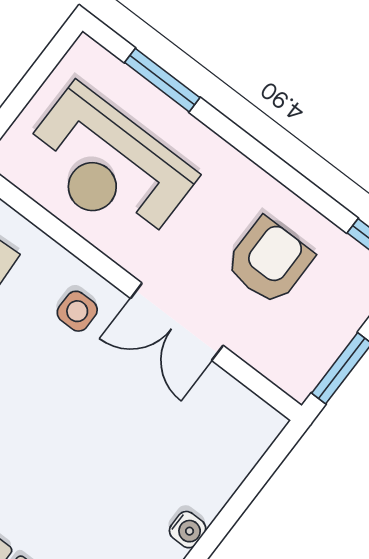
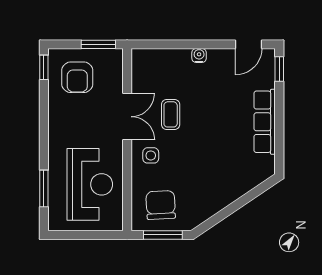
armchair: (269, 261) -> (77, 77), moved, turned -90
coffee table: (122, 401) -> (171, 114), added

